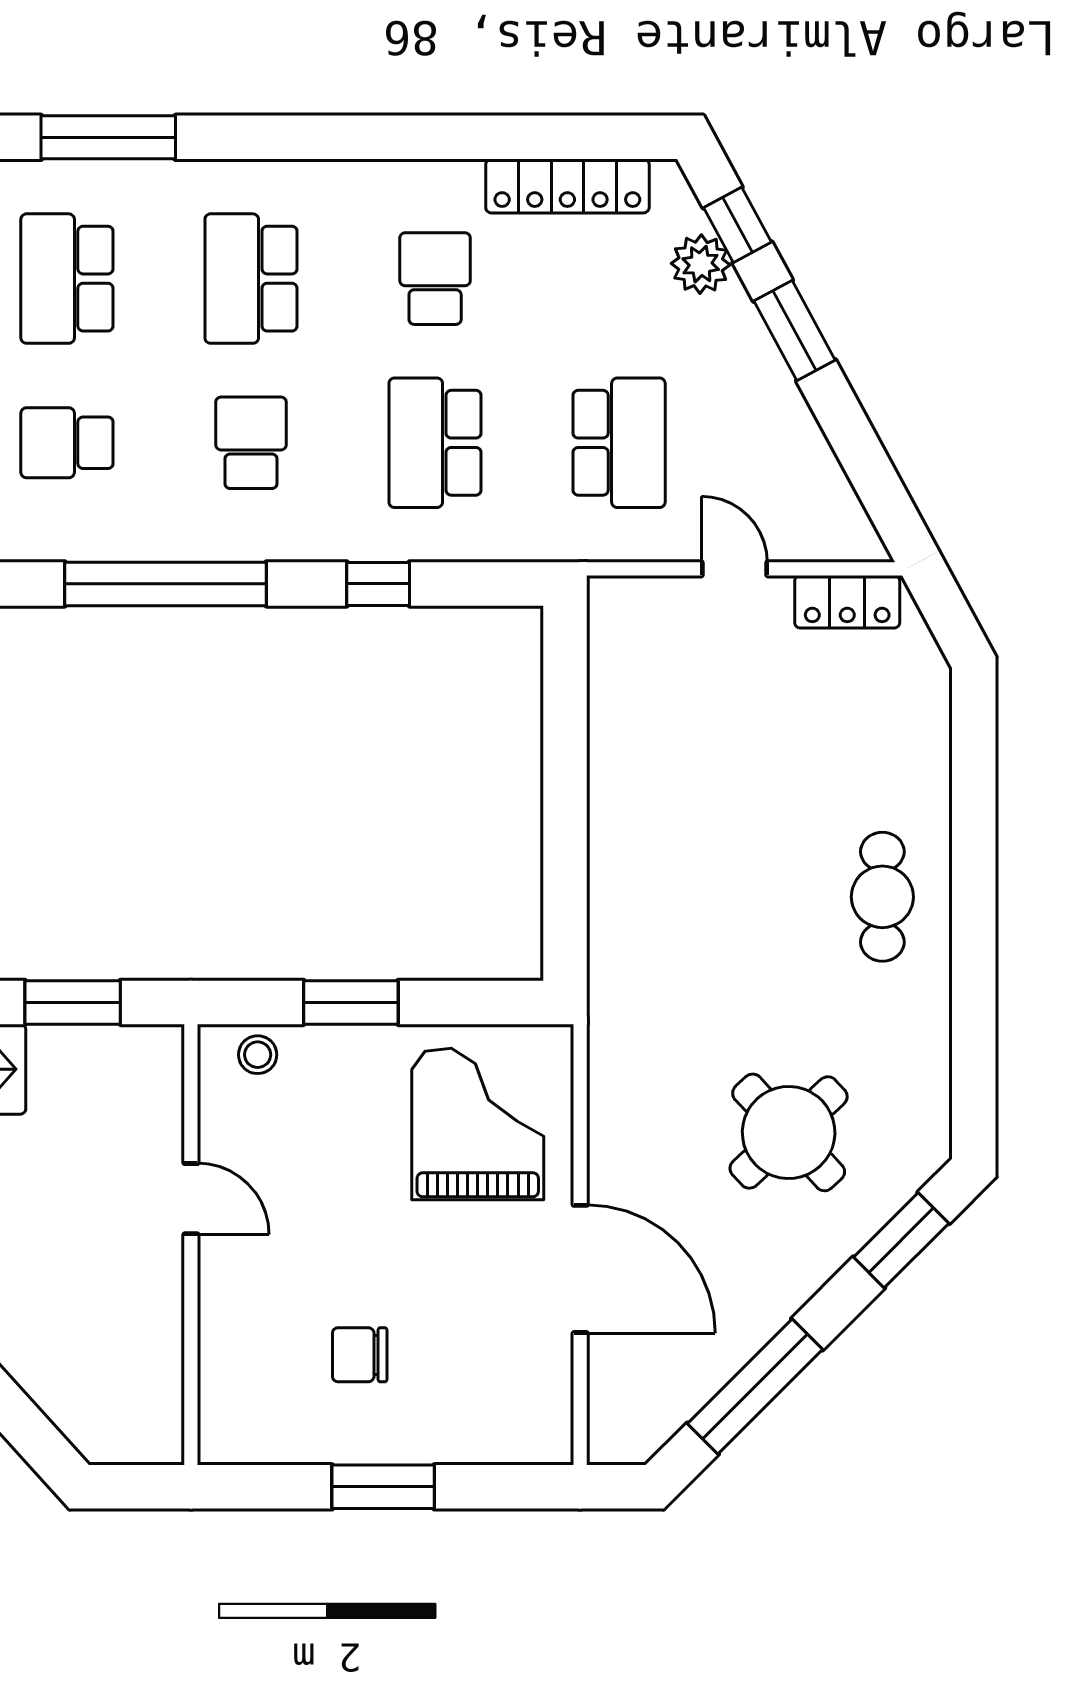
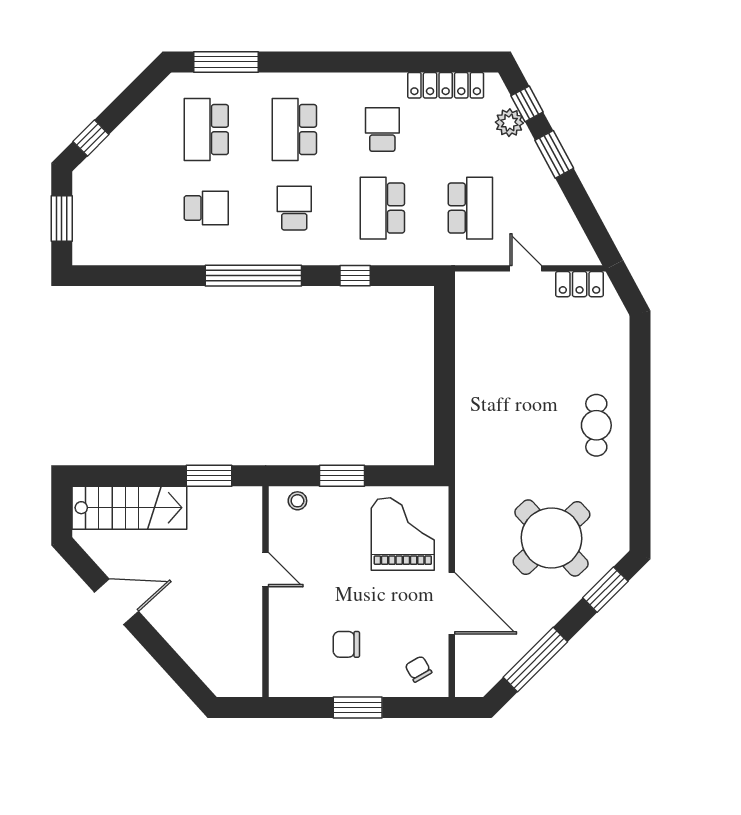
school desk: (67, 443) -> (206, 208), turned 180
round table: (789, 1132) -> (551, 538), width x1.36, depth x1.36
chair: (510, 1406) -> (418, 669), added

